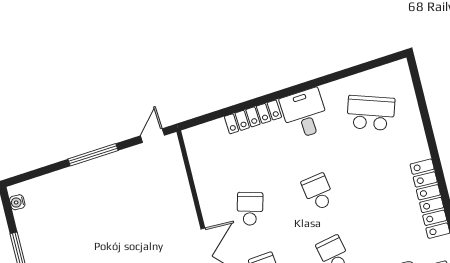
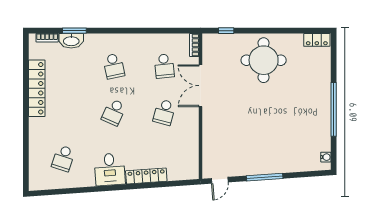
school desk: (371, 113) -> (63, 158), width x0.54
school desk: (318, 192) -> (114, 112), turned 33

